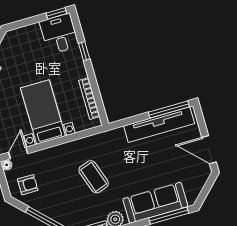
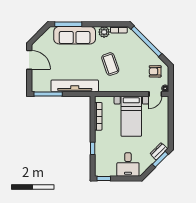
desk: (59, 34) -> (128, 165), moved
tv unit: (159, 125) -> (75, 86), moved

